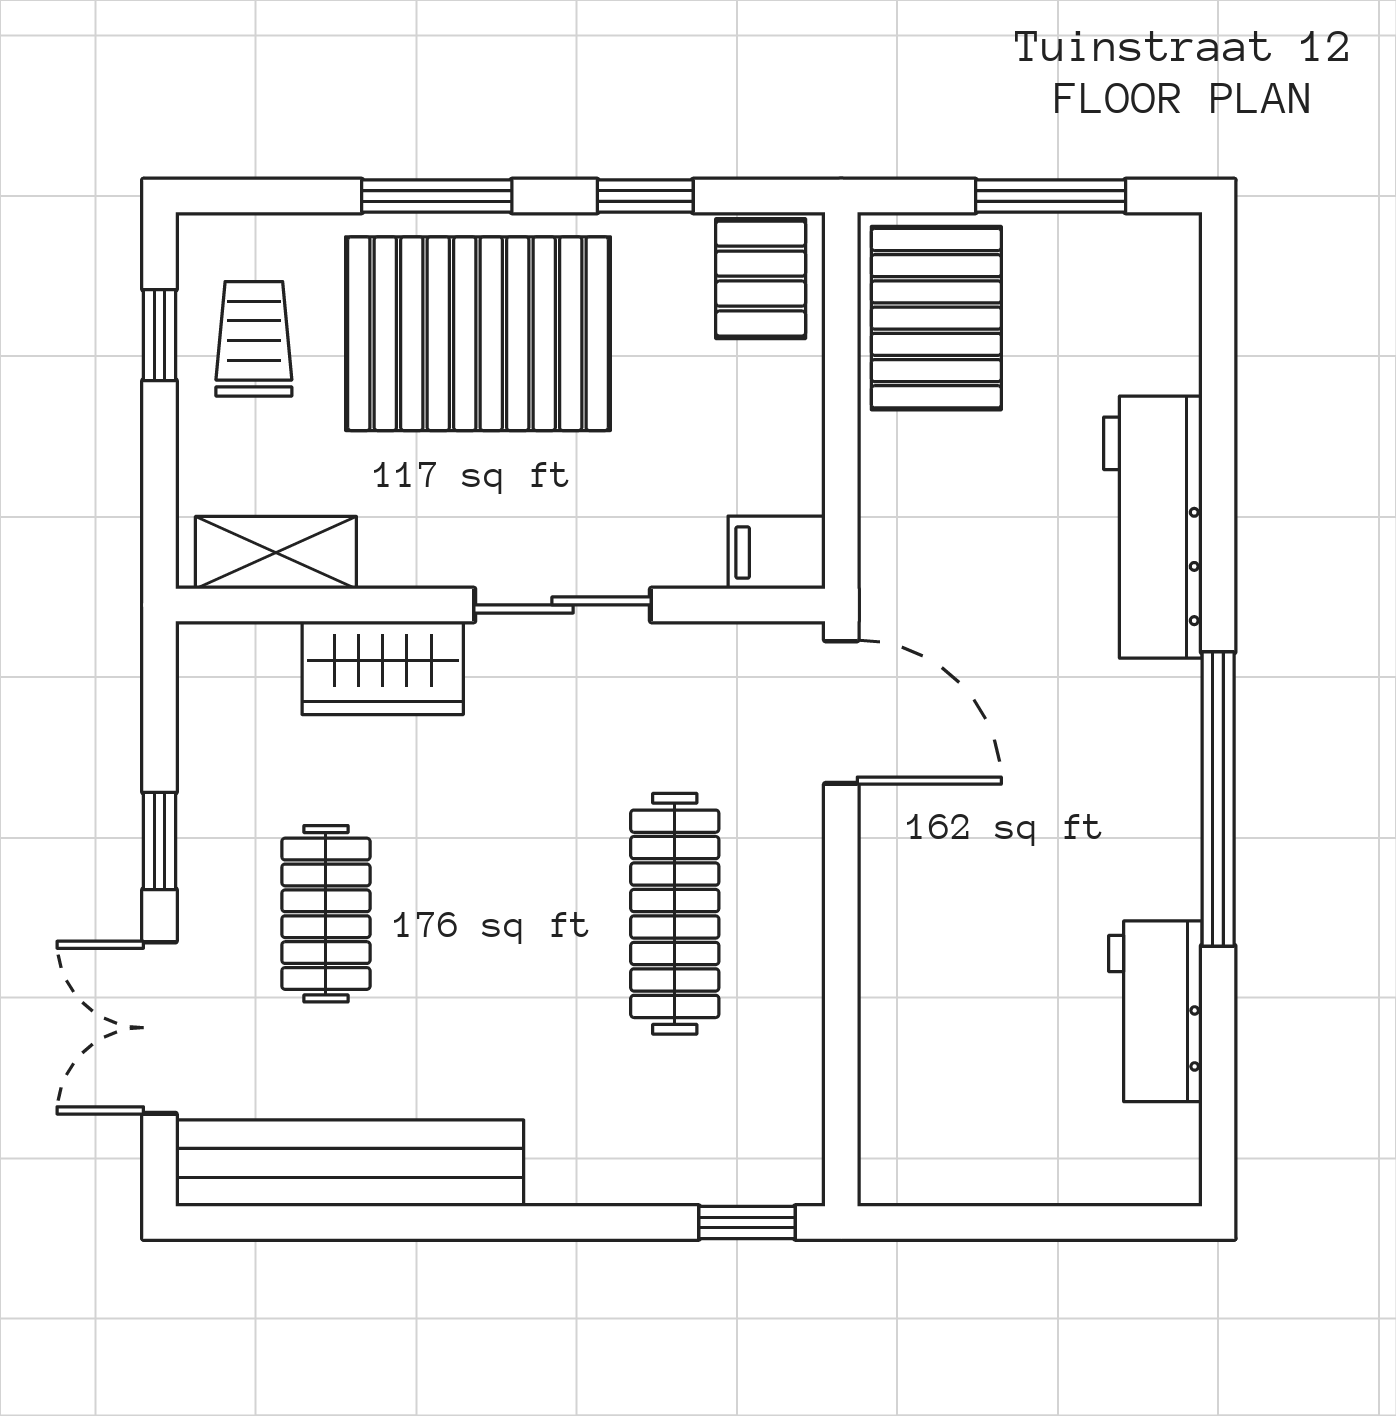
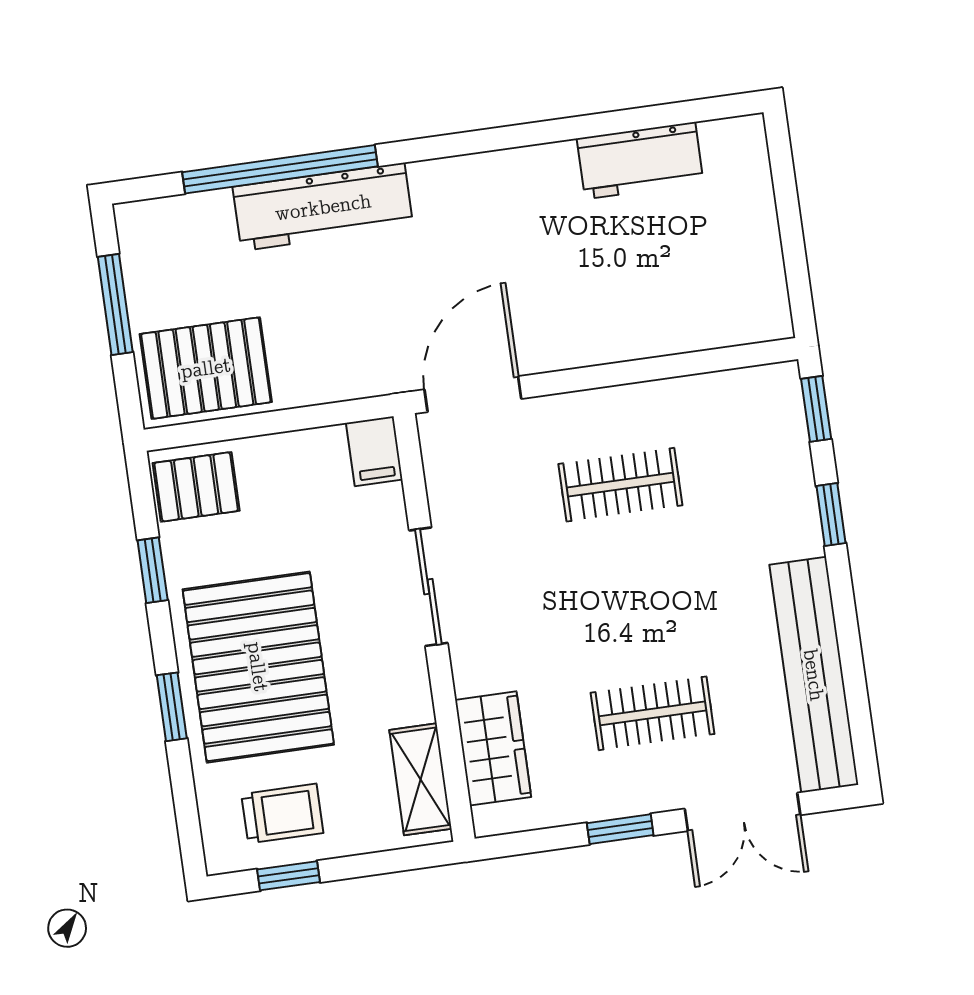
window: (437, 196) -> (172, 707), width x0.67
trolley: (254, 339) -> (282, 814), turned 180
wardrobe: (383, 668) -> (493, 748), moved
window: (1218, 799) -> (280, 169), moved
clothes rail: (675, 914) -> (620, 485), width x0.73
window: (586, 1223) -> (831, 515), added

